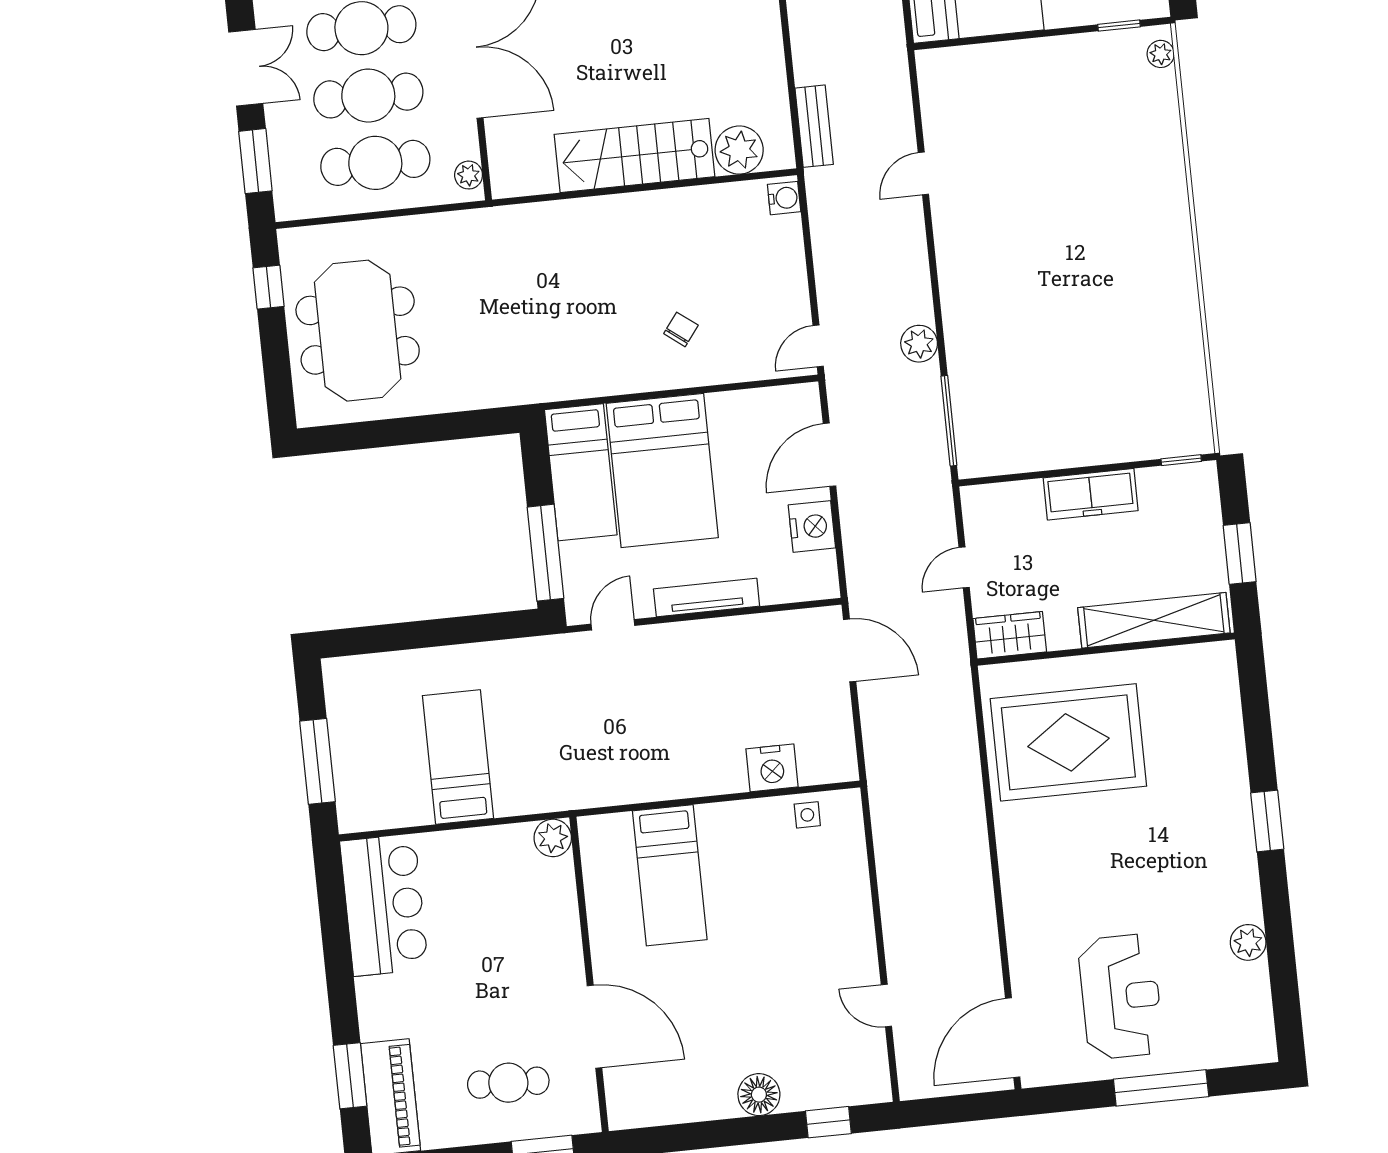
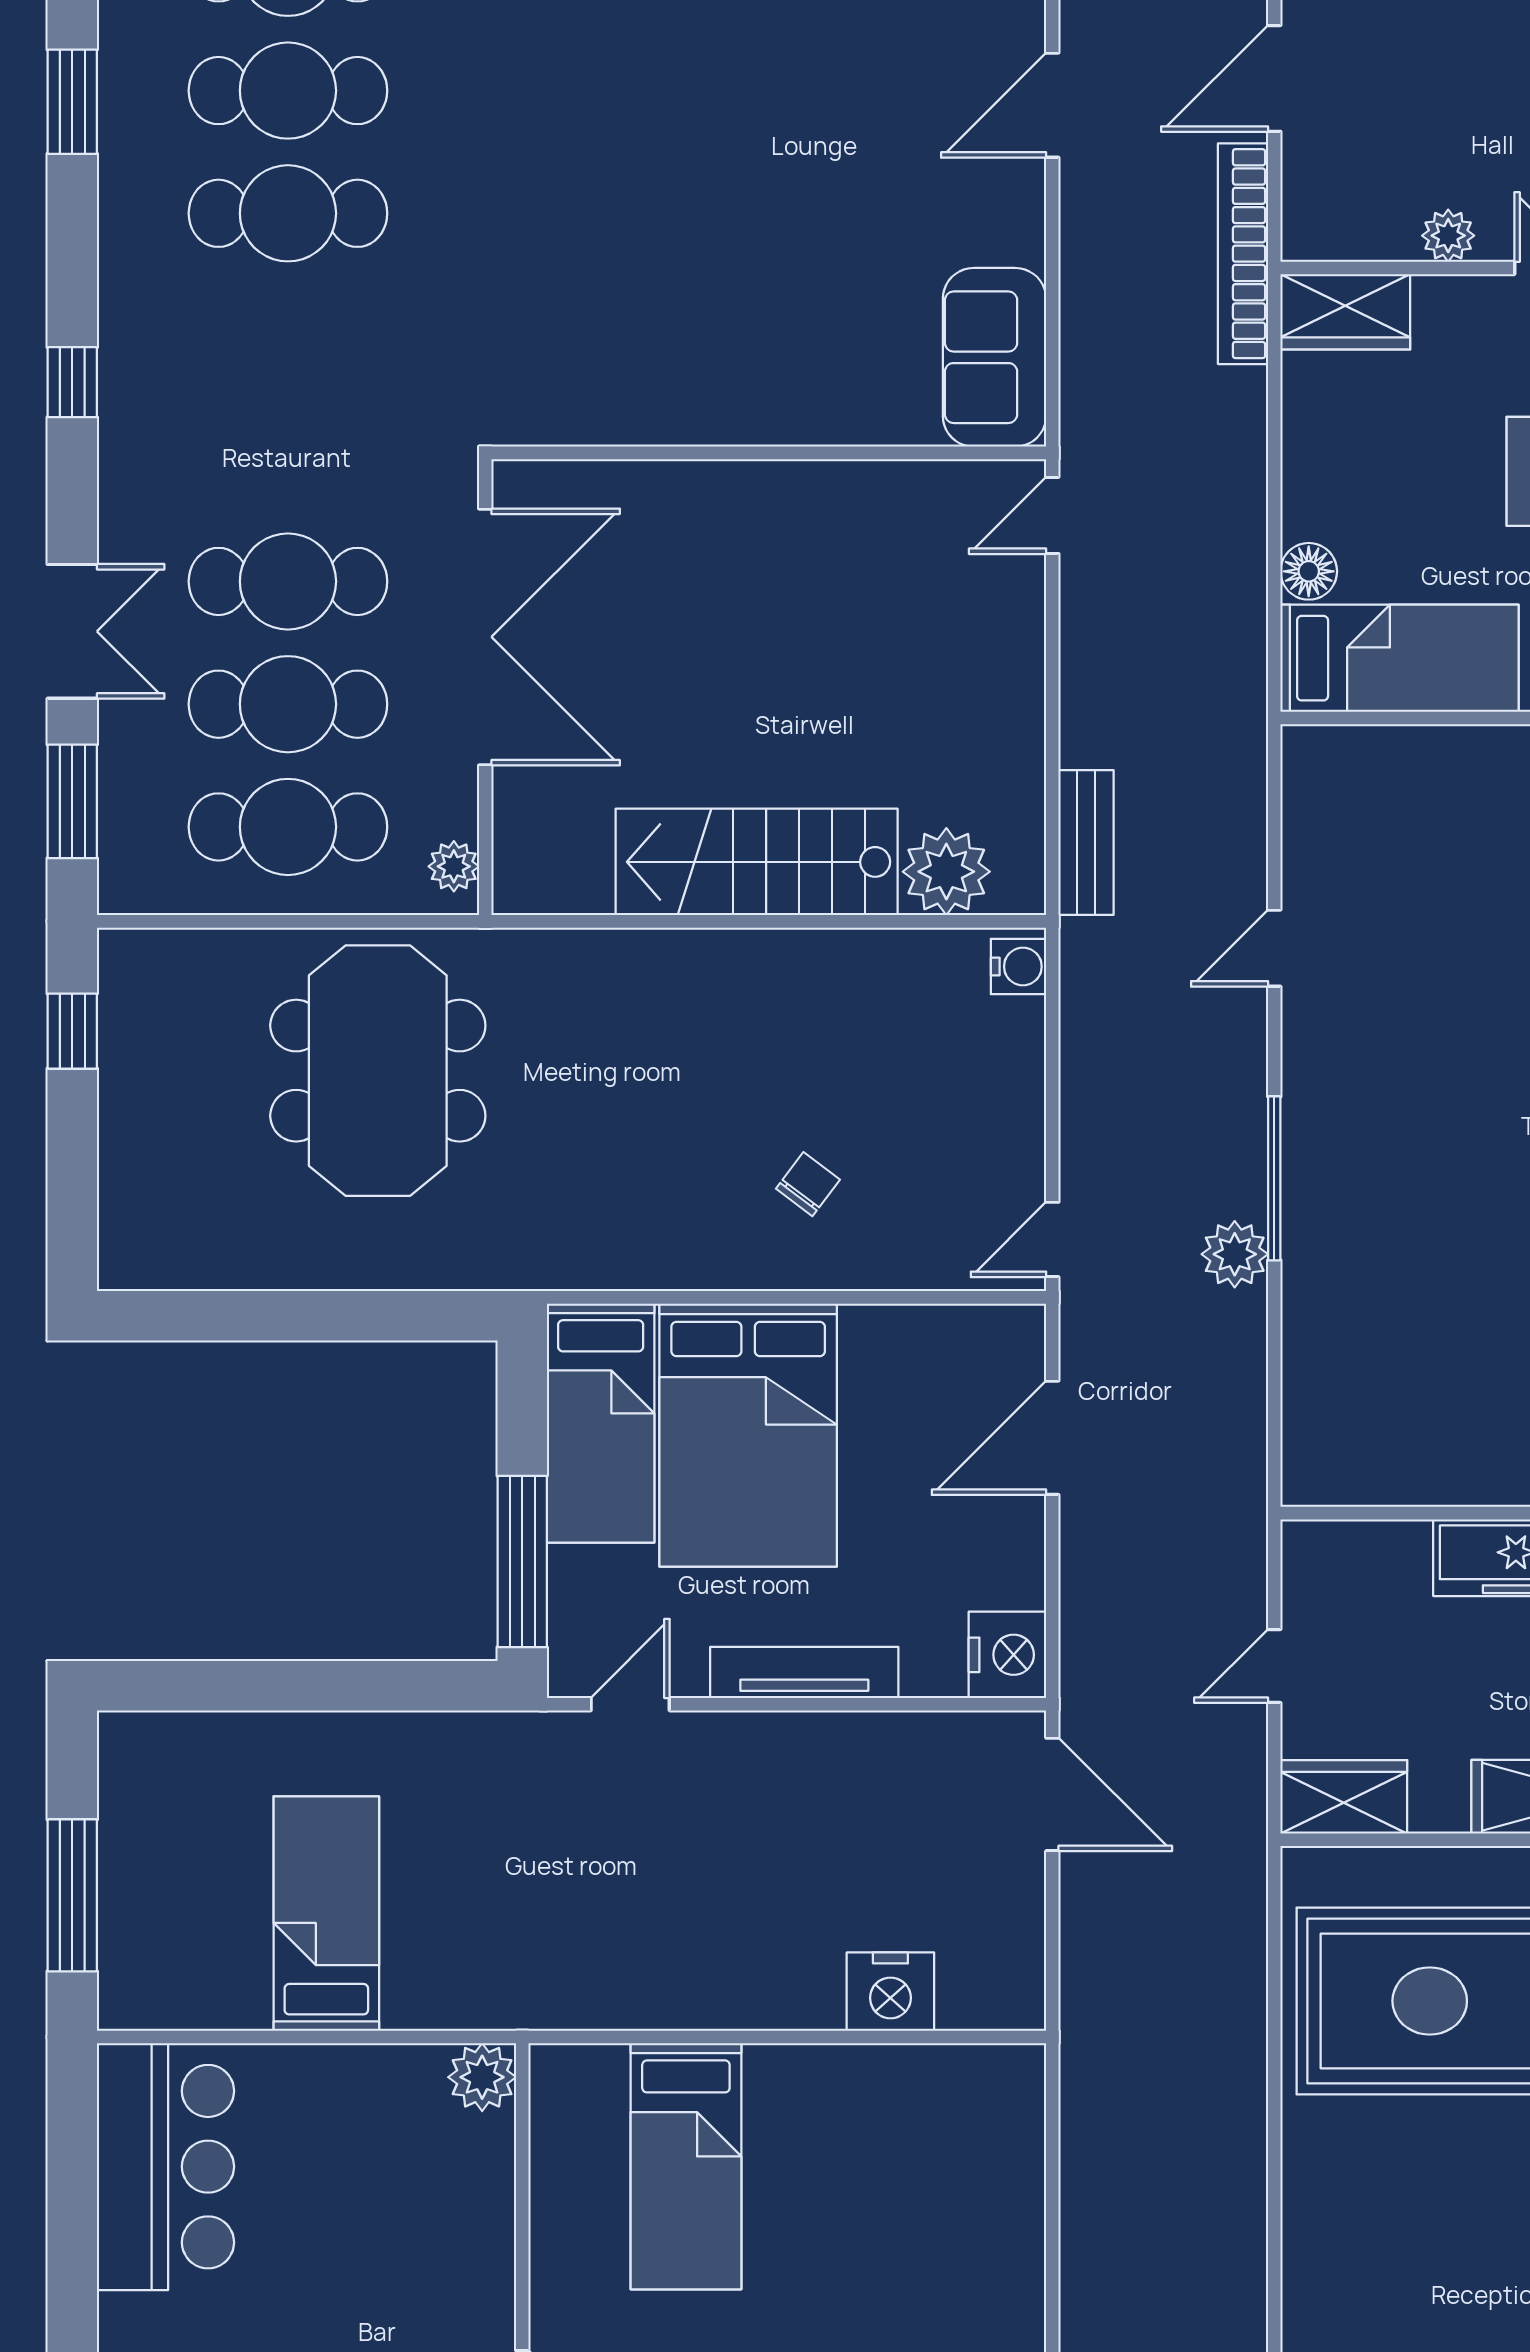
meeting table: (358, 331) -> (378, 1071), moved
window: (949, 421) -> (1274, 1178), moved
nightstand: (812, 526) -> (1007, 1655), moved
side table: (807, 815) -> (945, 2083), removed

